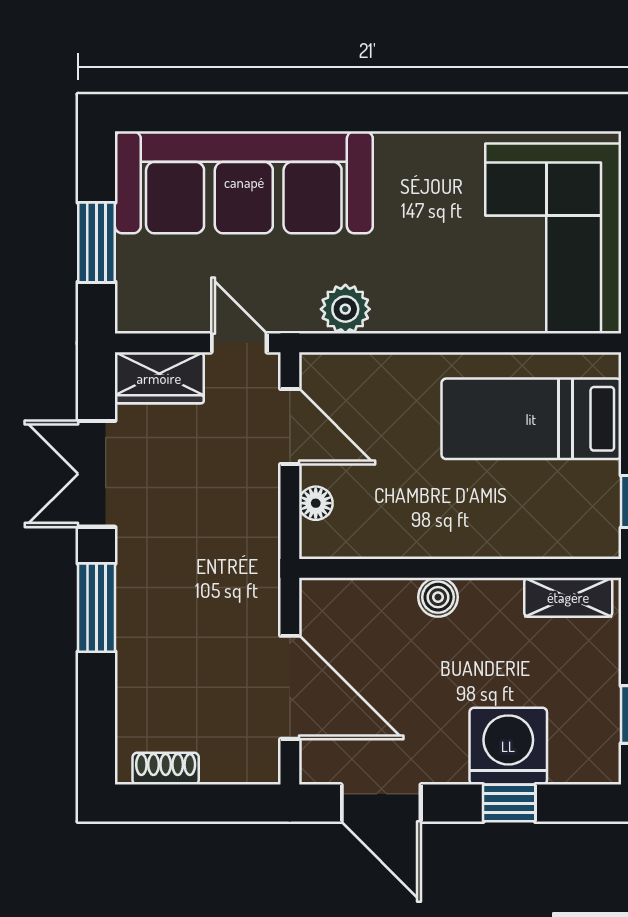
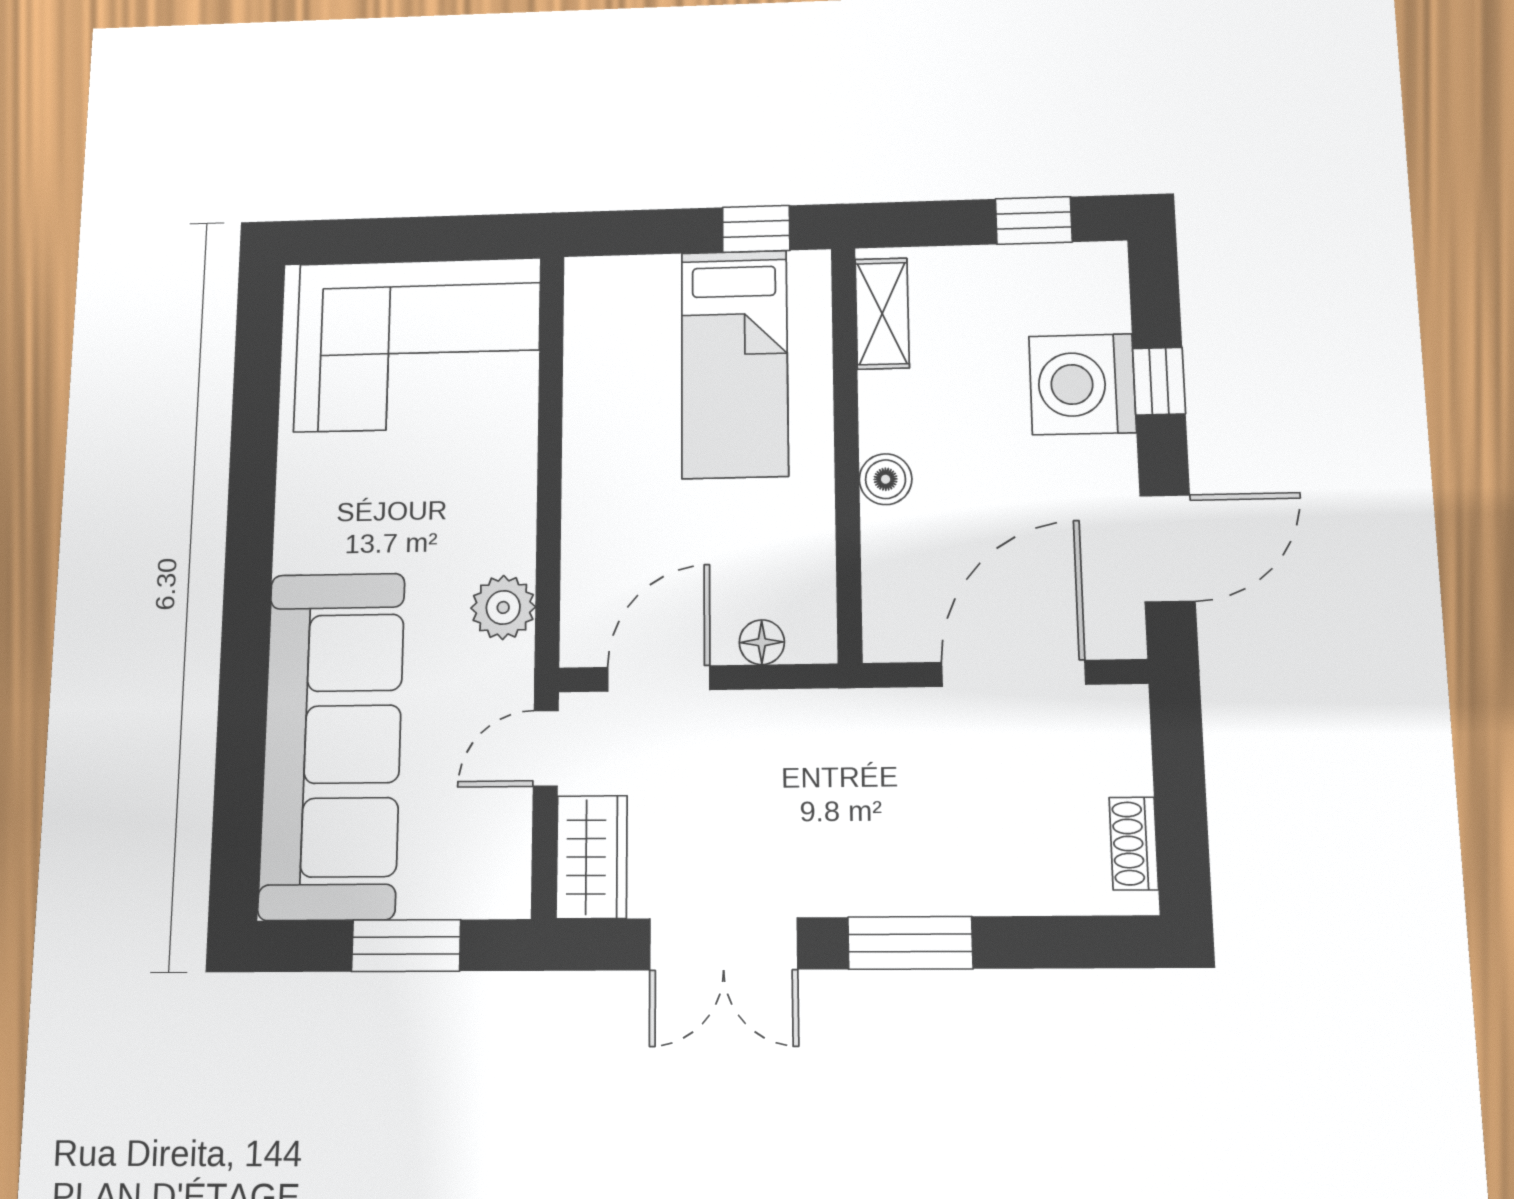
bed: (531, 419) -> (734, 364), moved

